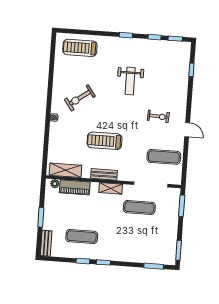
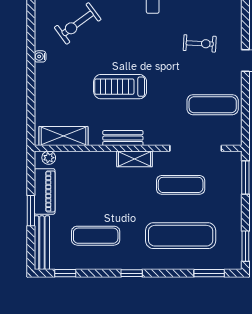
piano: (75, 187) -> (45, 191), moved, turned -90
exercise mat: (137, 240) -> (181, 236), added
bench: (46, 243) -> (42, 243), width x1.36
window: (83, 261) -> (65, 273), moved

